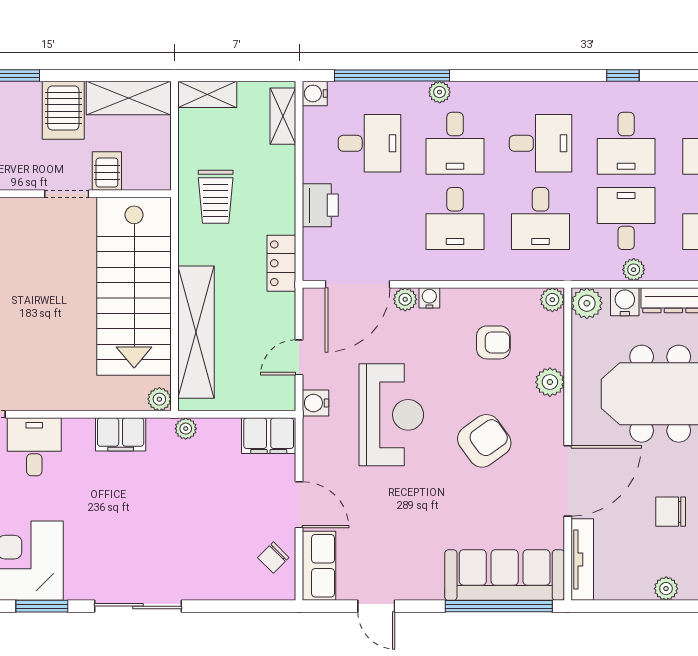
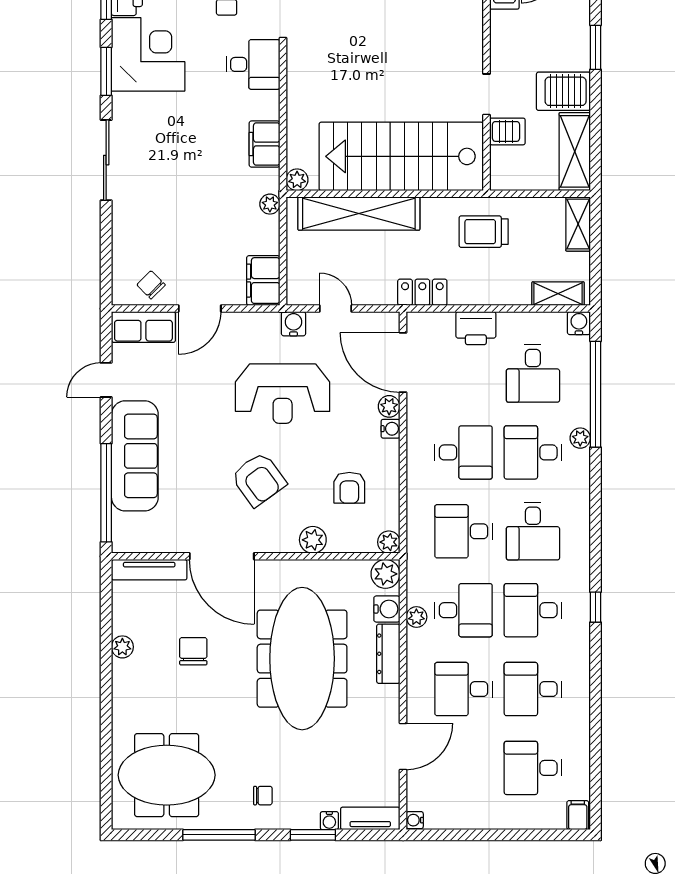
desk: (455, 219) -> (464, 452), turned 180
sofa: (505, 575) -> (135, 456), moved

